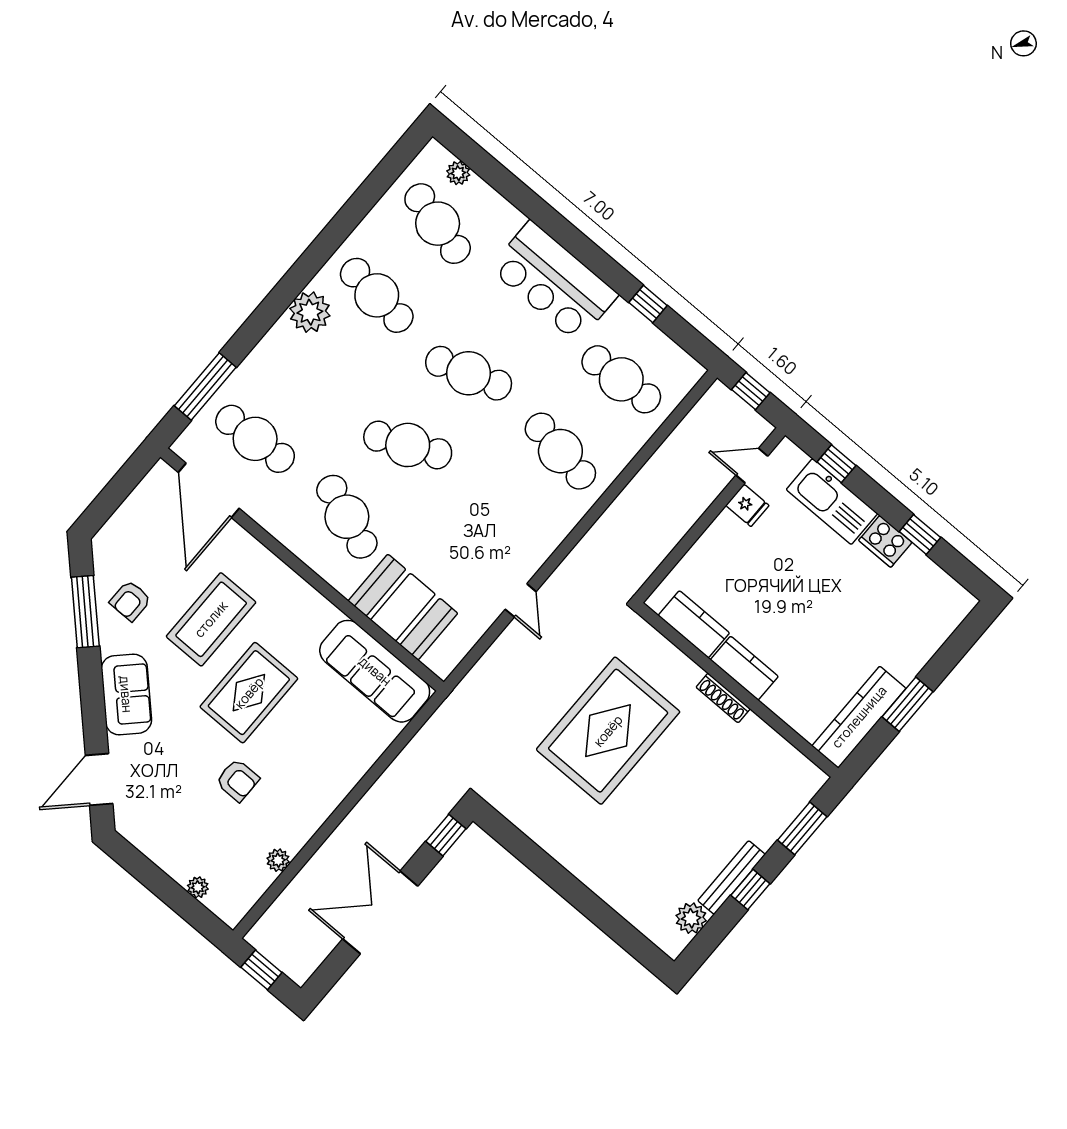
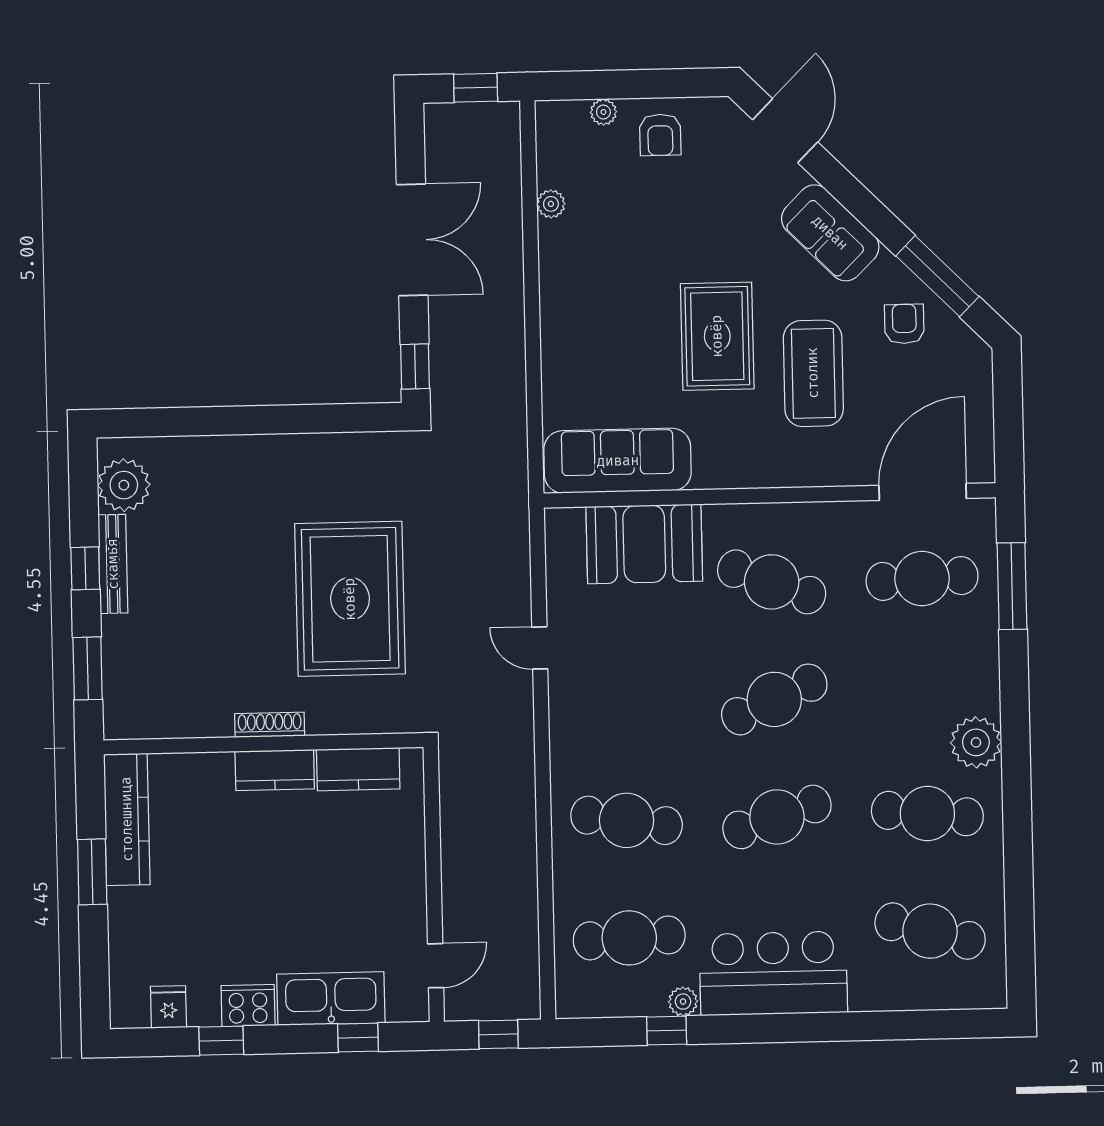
plant: (458, 173) -> (683, 1002), moved
door: (209, 490) -> (923, 492), hinge flipped
fridge: (747, 505) -> (169, 1007), moved, turned 90
armchair: (238, 780) -> (660, 135), moved, turned -90
plant: (691, 918) -> (124, 485), width x1.36, depth x1.36

